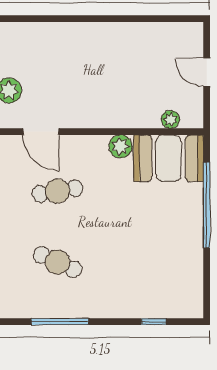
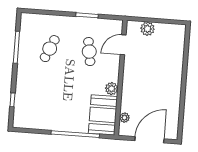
door: (207, 72) -> (149, 140), width x1.88

